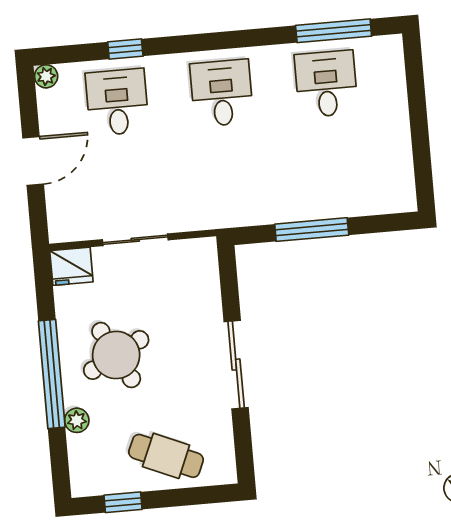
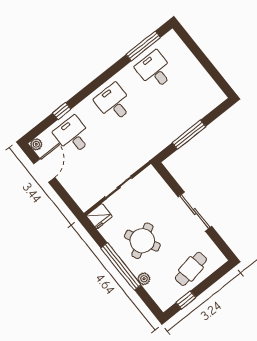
door: (33, 161) -> (44, 170), moved
cafe table: (166, 456) -> (191, 269), turned -33

